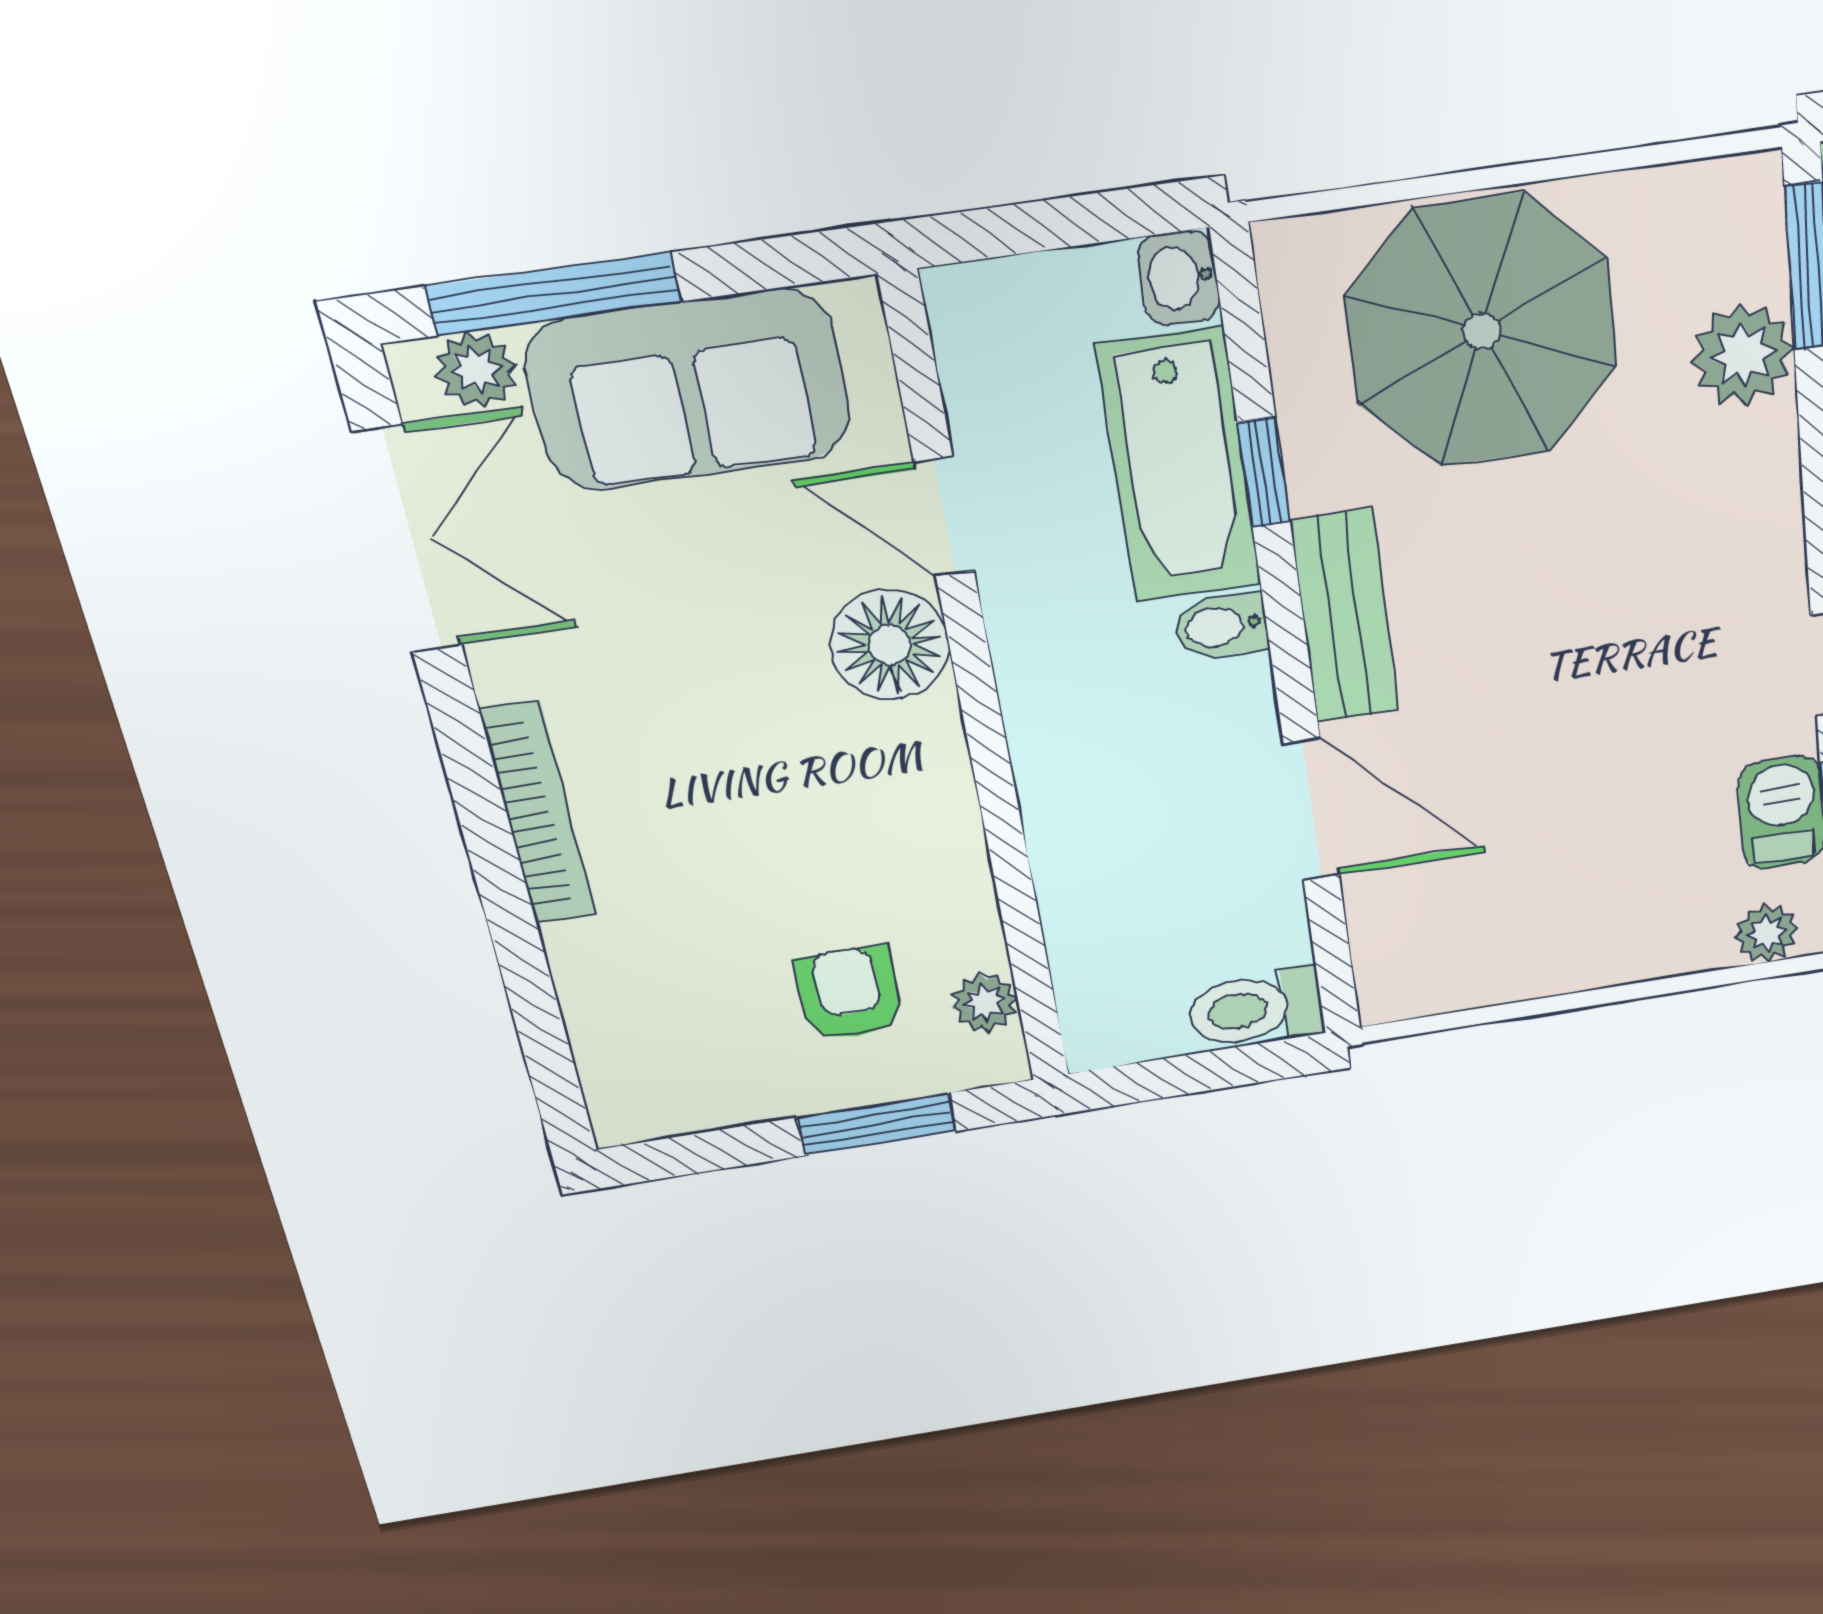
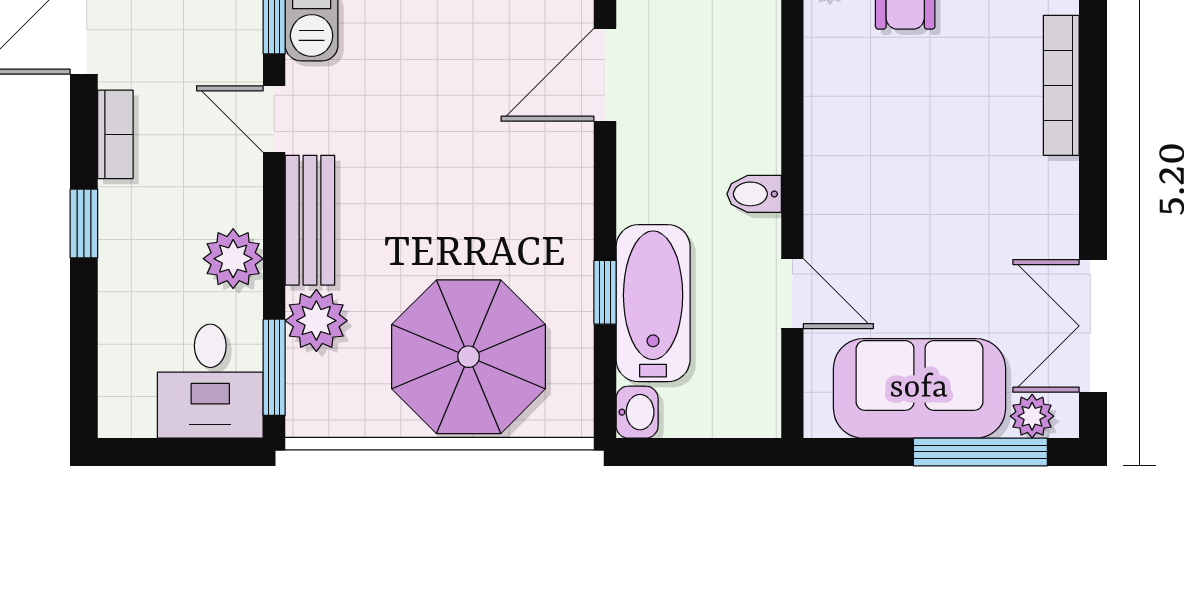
bench: (1345, 616) -> (310, 220), moved
bidet: (1221, 626) -> (754, 194), moved, turned 180
floor lamp: (890, 645) -> (838, 221), removed
door: (1312, 810) -> (605, 75), hinge flipped
bookcase: (538, 813) -> (1061, 85), moved

